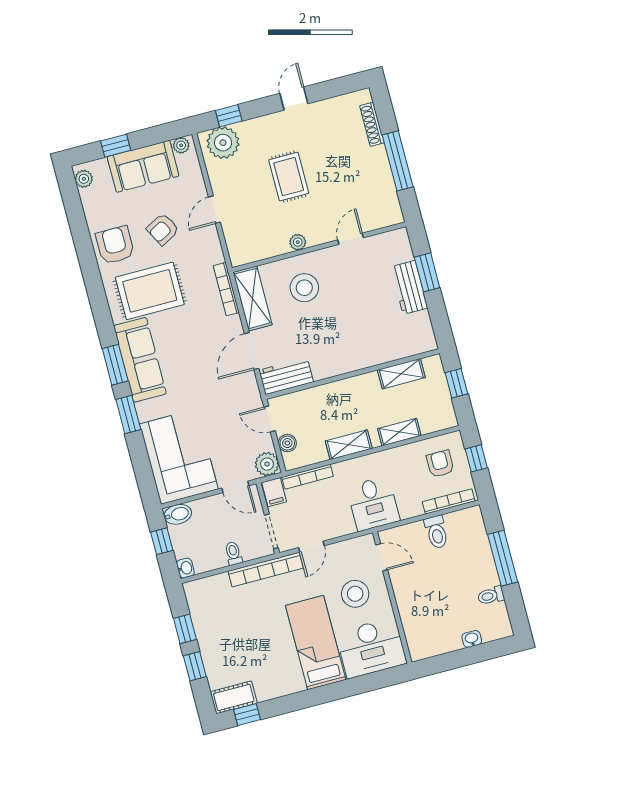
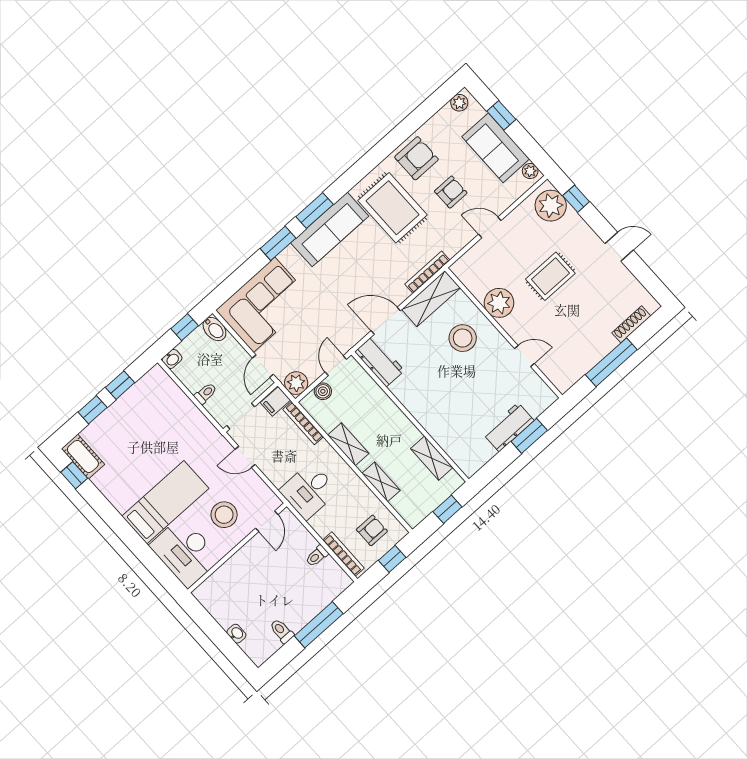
armchair: (163, 229) -> (451, 192), turned 118
plant: (298, 242) -> (499, 303), width x1.87, depth x1.87
toilet: (436, 532) -> (317, 556), width x0.73, depth x0.72
bookcase: (266, 570) -> (206, 428), removed

